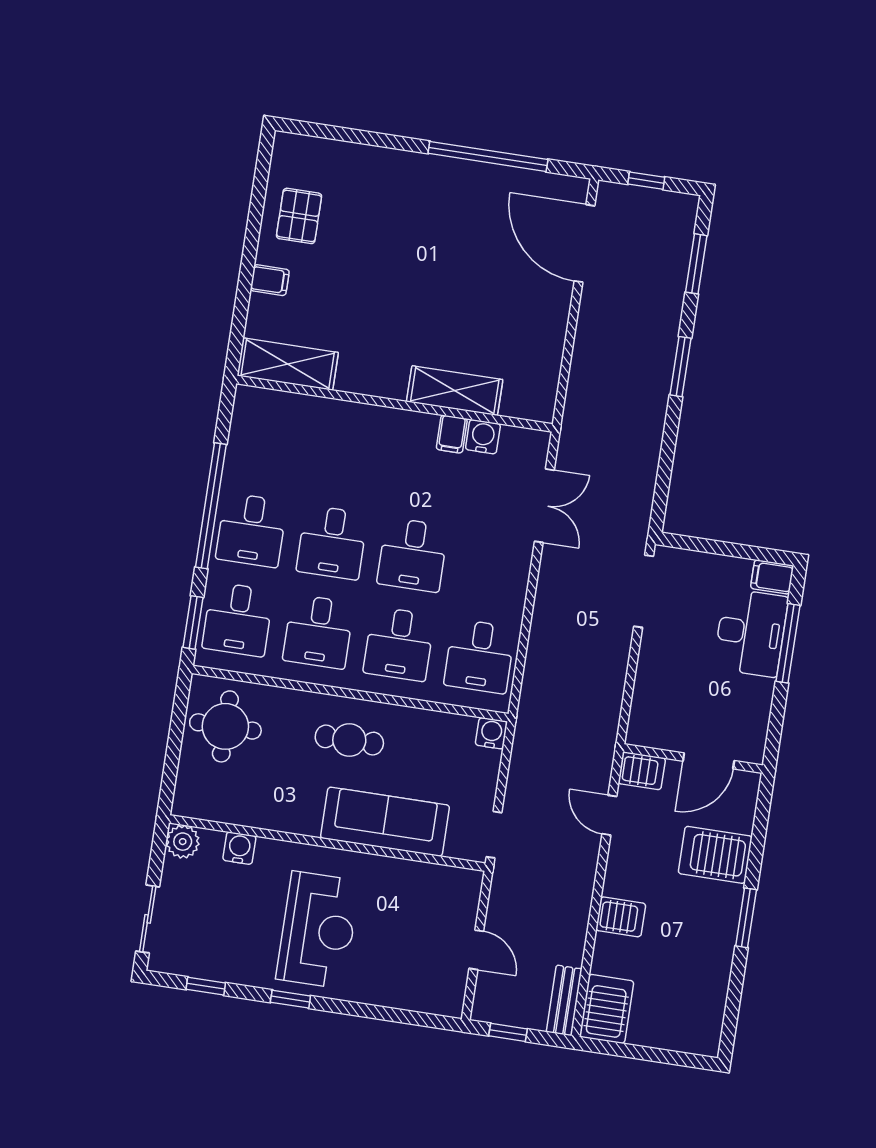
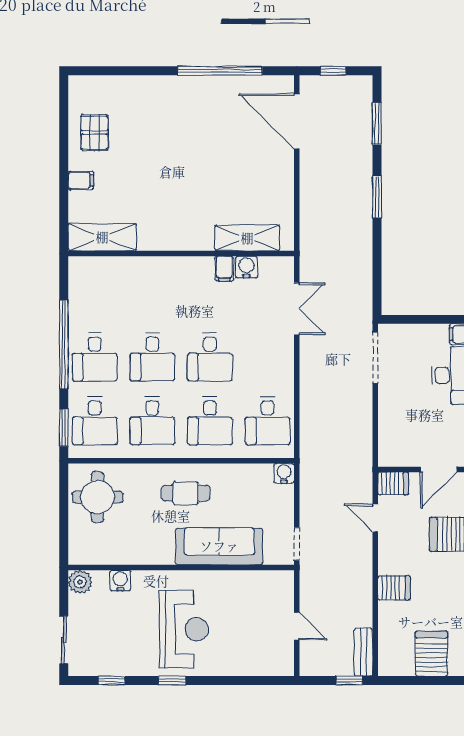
shelving: (455, 391) -> (247, 238), moved
server rack: (607, 1009) -> (431, 654), moved
window: (508, 1032) -> (349, 680), moved

